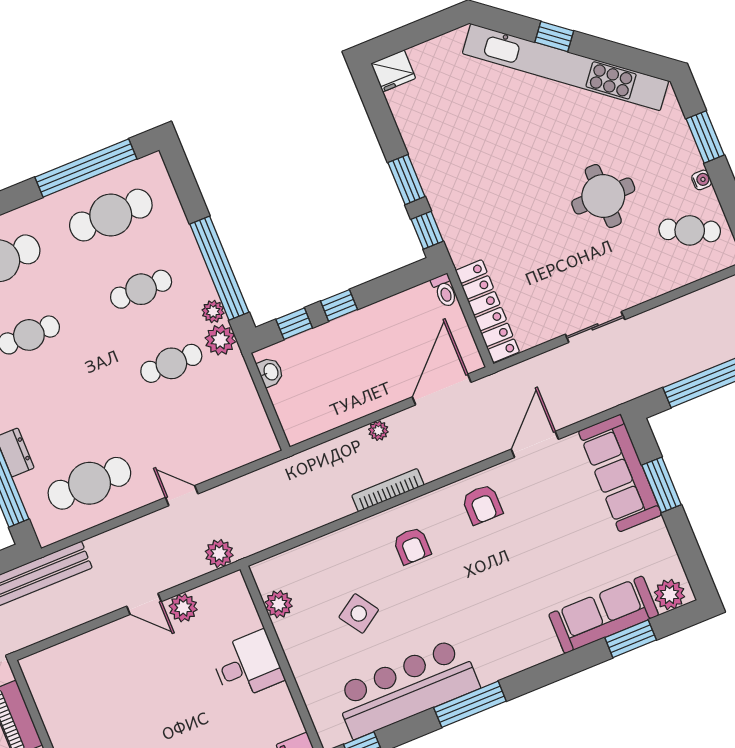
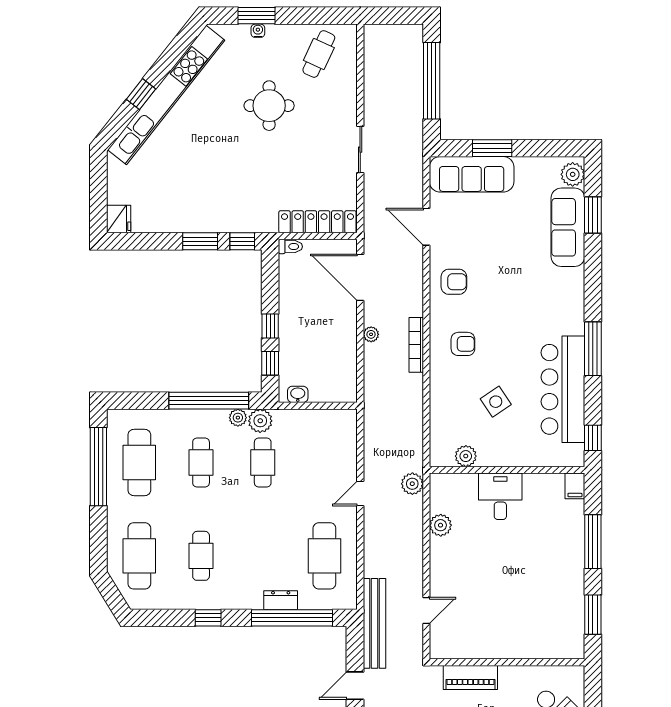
water cooler: (702, 180) -> (258, 31), moved
door: (144, 604) -> (426, 611), moved

